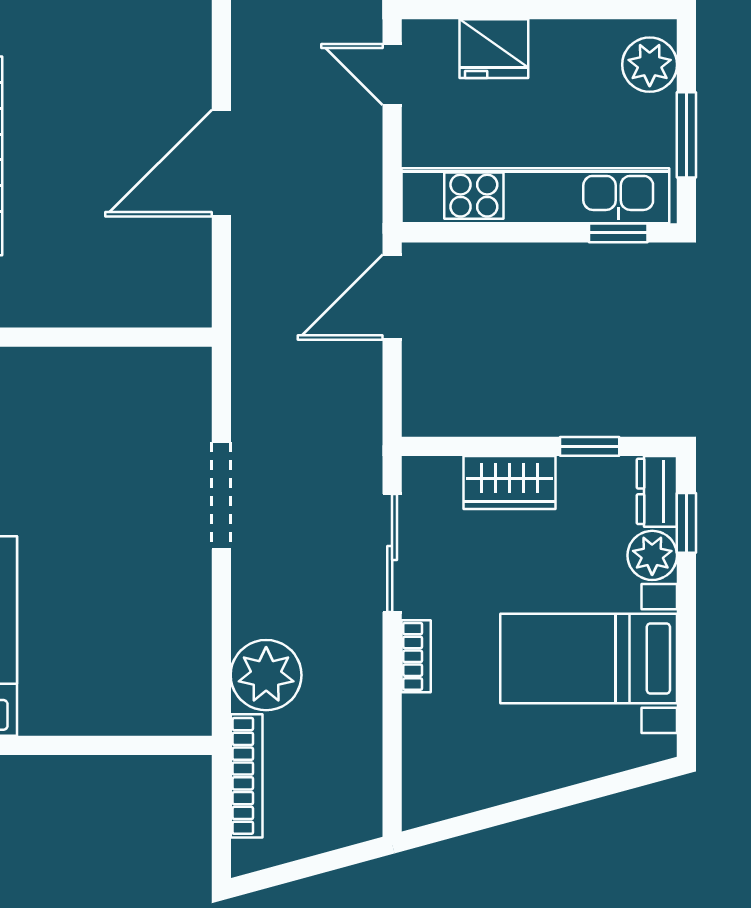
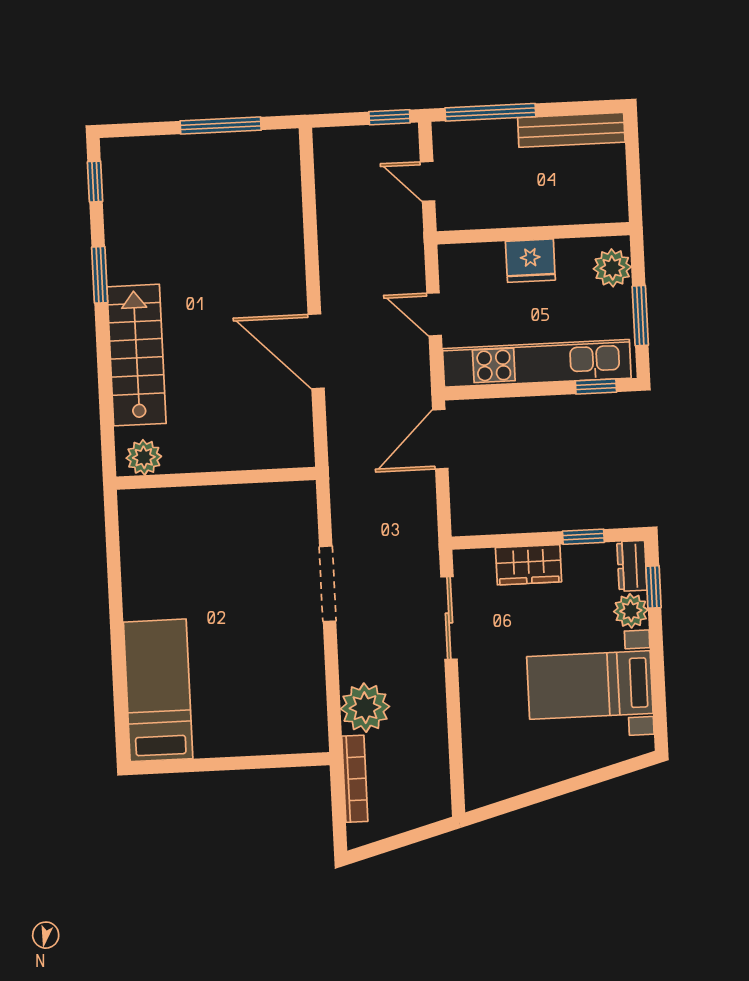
fridge: (494, 49) -> (530, 261), moved
door: (392, 74) -> (434, 314), moved
door: (221, 163) -> (316, 351), hinge flipped
bookcase: (416, 656) -> (469, 689), removed

